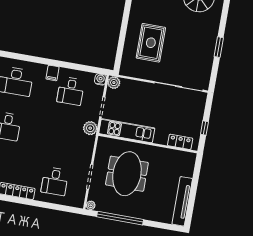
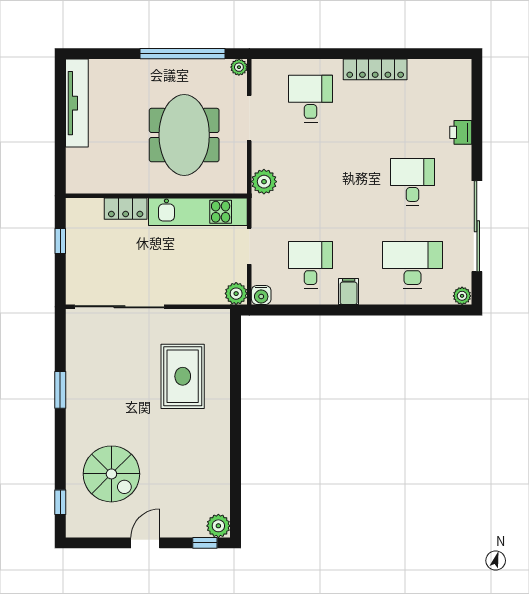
plant: (90, 128) -> (264, 182), moved
locker: (180, 142) -> (126, 209), moved

